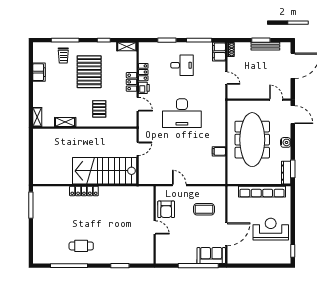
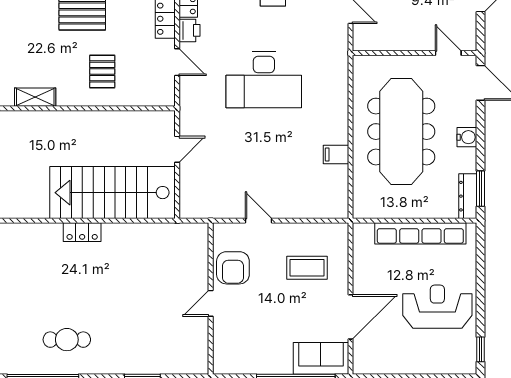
locker: (84, 191) -> (82, 232), width x0.66
door: (155, 227) -> (211, 303), swing flipped

